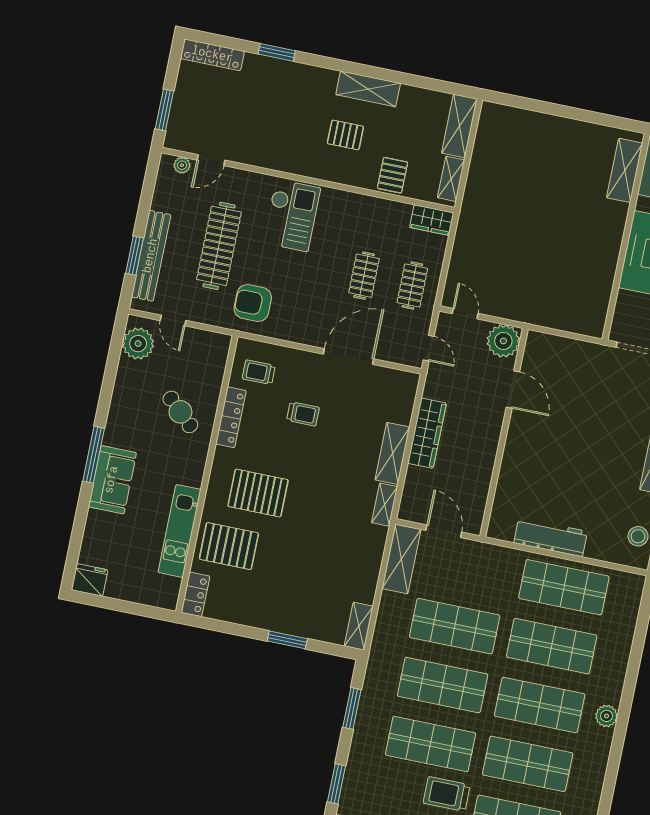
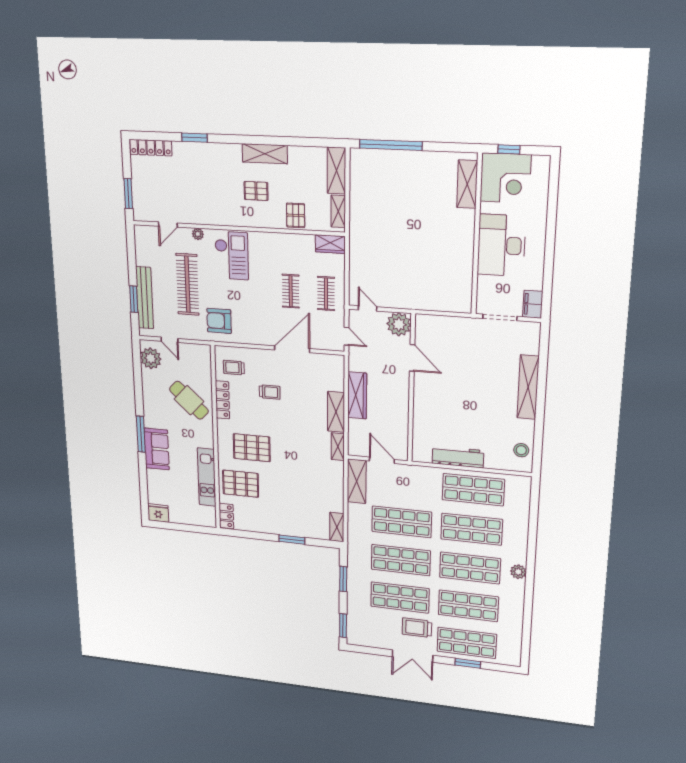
window: (536, 106) -> (391, 145), added
plant: (182, 165) -> (198, 234), moved
cafe table: (180, 412) -> (189, 400), width x1.37, depth x1.35

